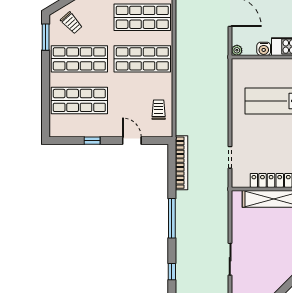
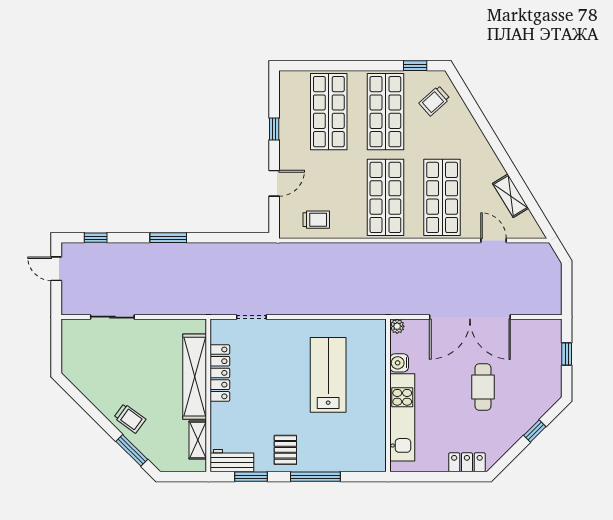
window: (46, 37) -> (415, 66), width x0.67
bookcase: (182, 163) -> (244, 251), removed
window: (172, 218) -> (168, 238), width x0.69

